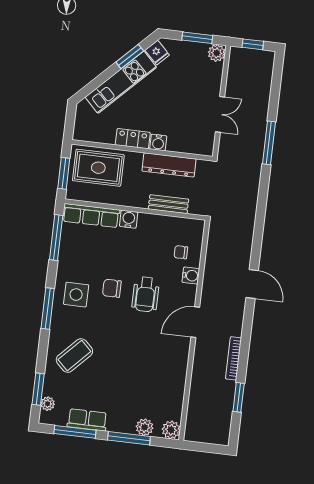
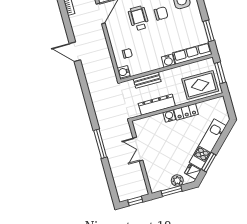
plant: (217, 53) -> (177, 181), moved
window: (56, 237) -> (209, 31), width x0.69
water cooler: (191, 276) -> (124, 72), moved

